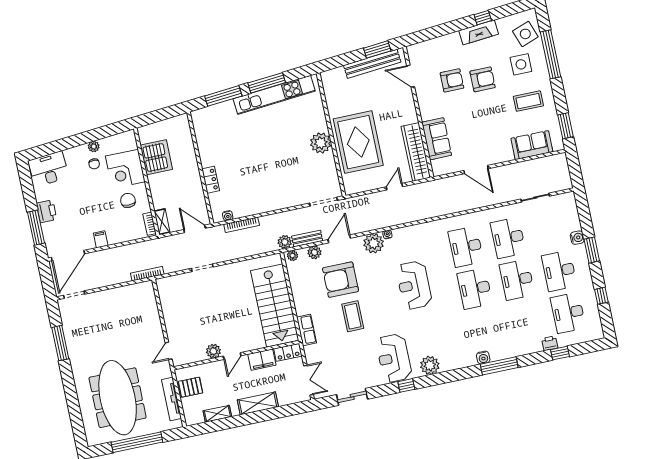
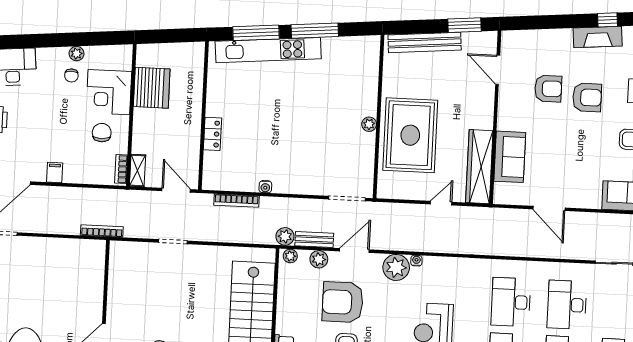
bench: (372, 64) -> (425, 42), moved
kitchen unit: (274, 95) -> (268, 50), moved
plant: (321, 143) -> (369, 124), width x0.53, depth x0.53
water cooler: (228, 216) -> (265, 187), moved

